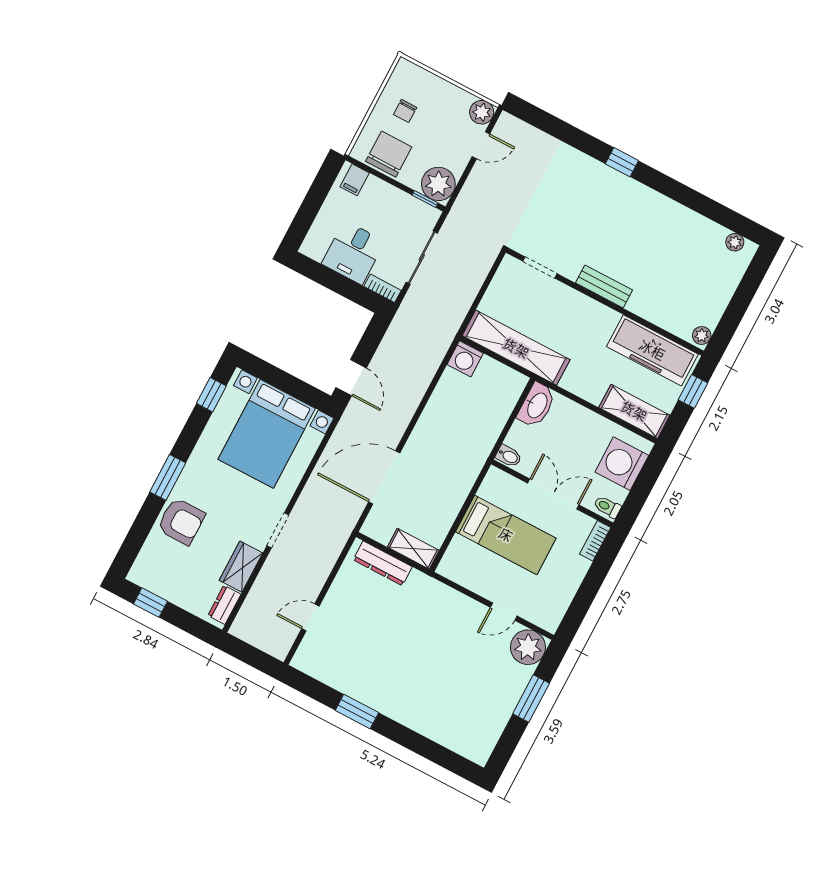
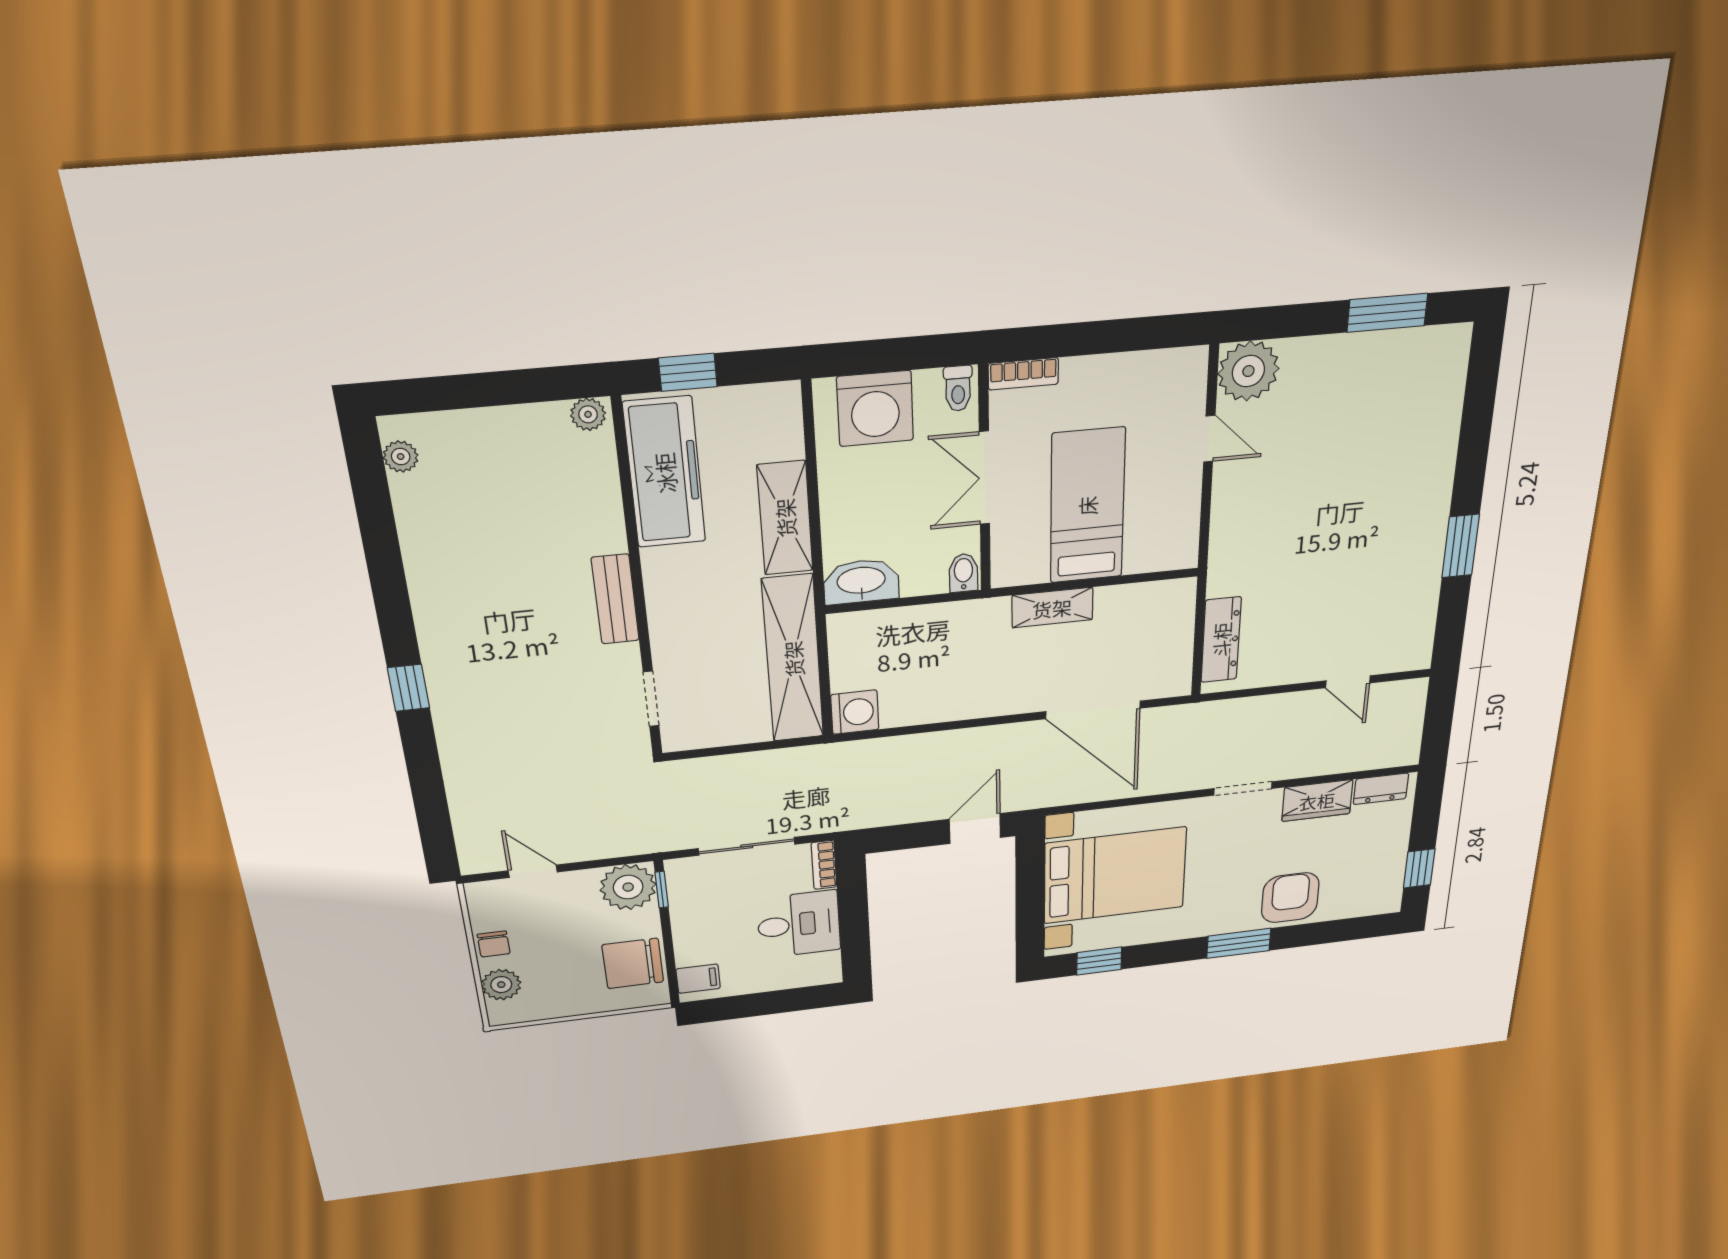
chair: (405, 111) -> (494, 944), moved, turned 90
plant: (482, 112) -> (501, 985), moved
shelving: (634, 411) -> (785, 518), moved
shelving: (413, 549) -> (1052, 608), moved, turned 90
window: (531, 699) -> (1387, 313), moved

